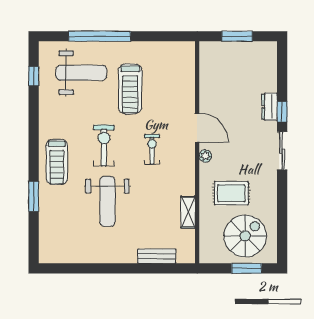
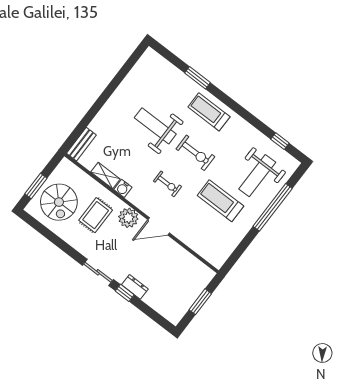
plant: (205, 156) -> (128, 218), width x1.88, depth x1.88
water cooler: (188, 187) -> (123, 188), added
bench: (157, 256) -> (81, 144), moved

